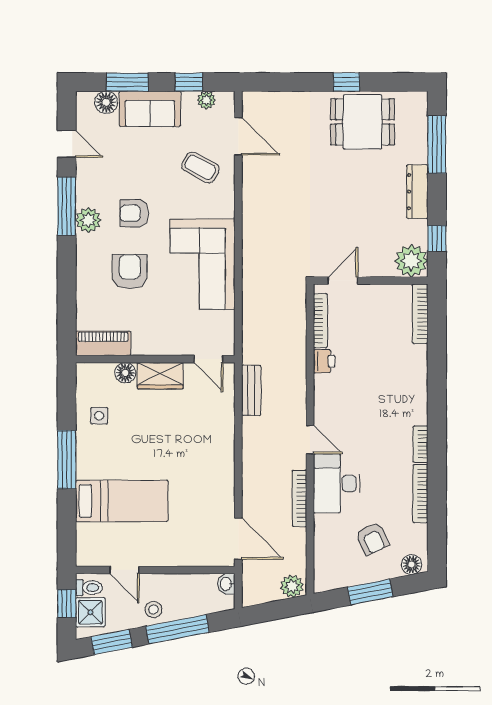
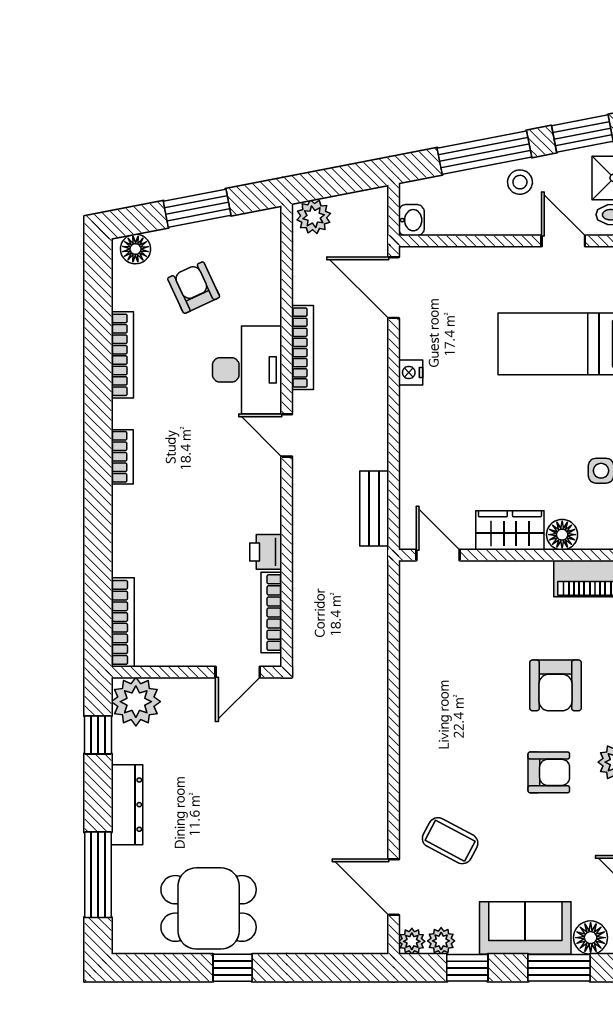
plant: (226, 100) -> (412, 941), added
corner sofa: (203, 264) -> (447, 697), removed
bookcase: (420, 444) -> (122, 457), moved
nightstand: (227, 482) -> (411, 372), added

